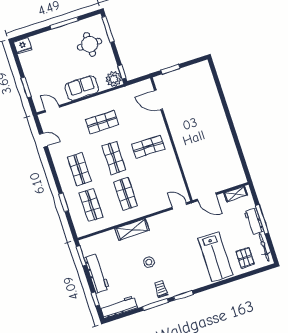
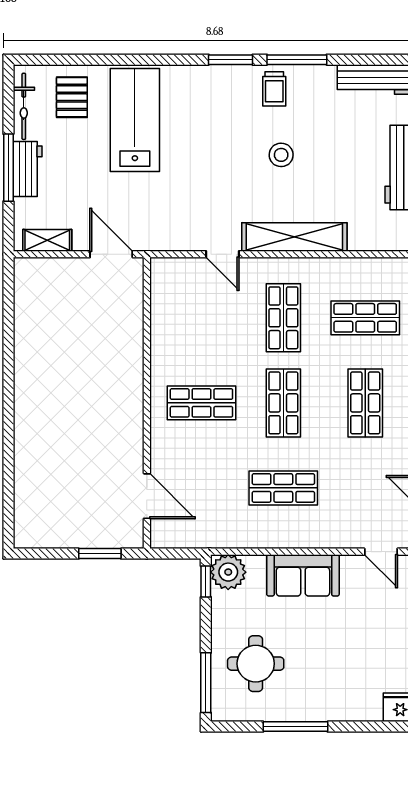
shop shelf: (91, 205) -> (365, 318), turned 90
door: (180, 206) -> (223, 254), moved
shelving: (132, 229) -> (294, 237), width x1.47

